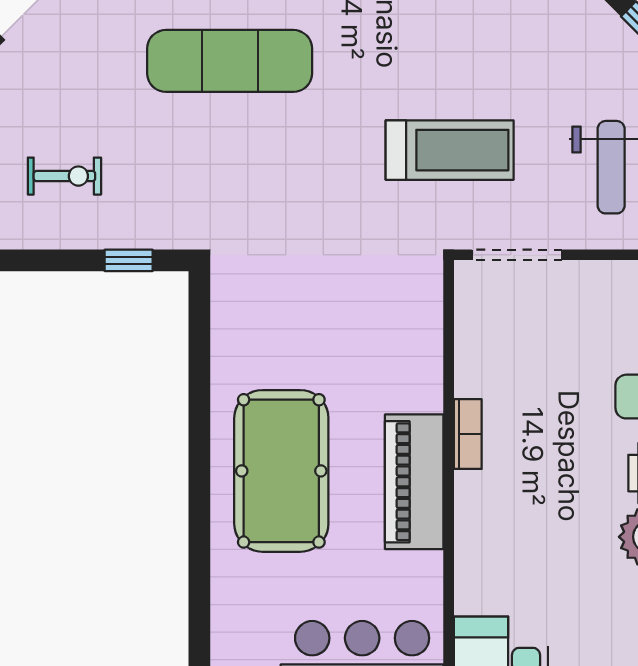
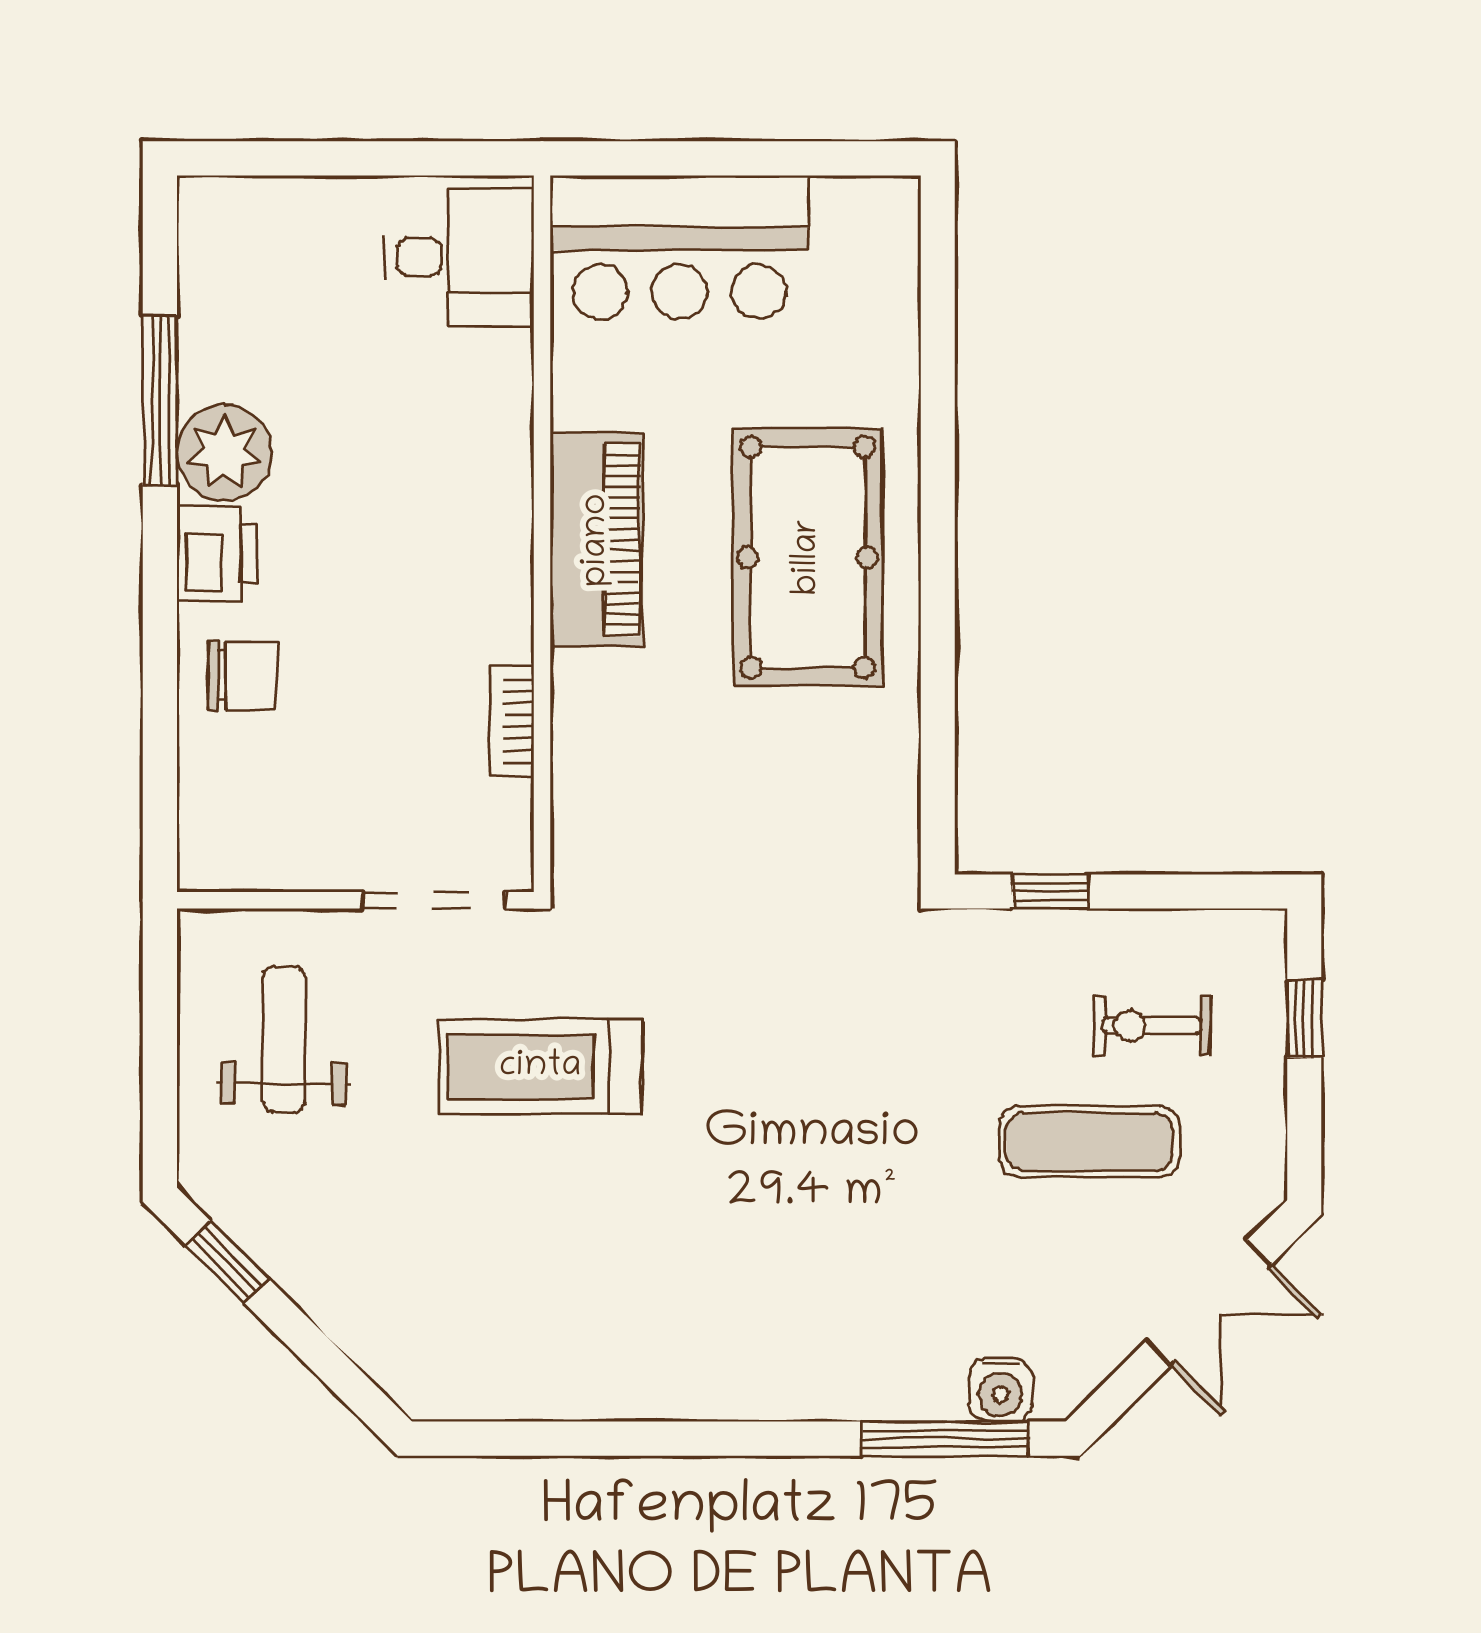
exercise mat: (230, 61) -> (1089, 1142), moved, width x0.73, depth x0.69
bookcase: (468, 434) -> (512, 721), moved

